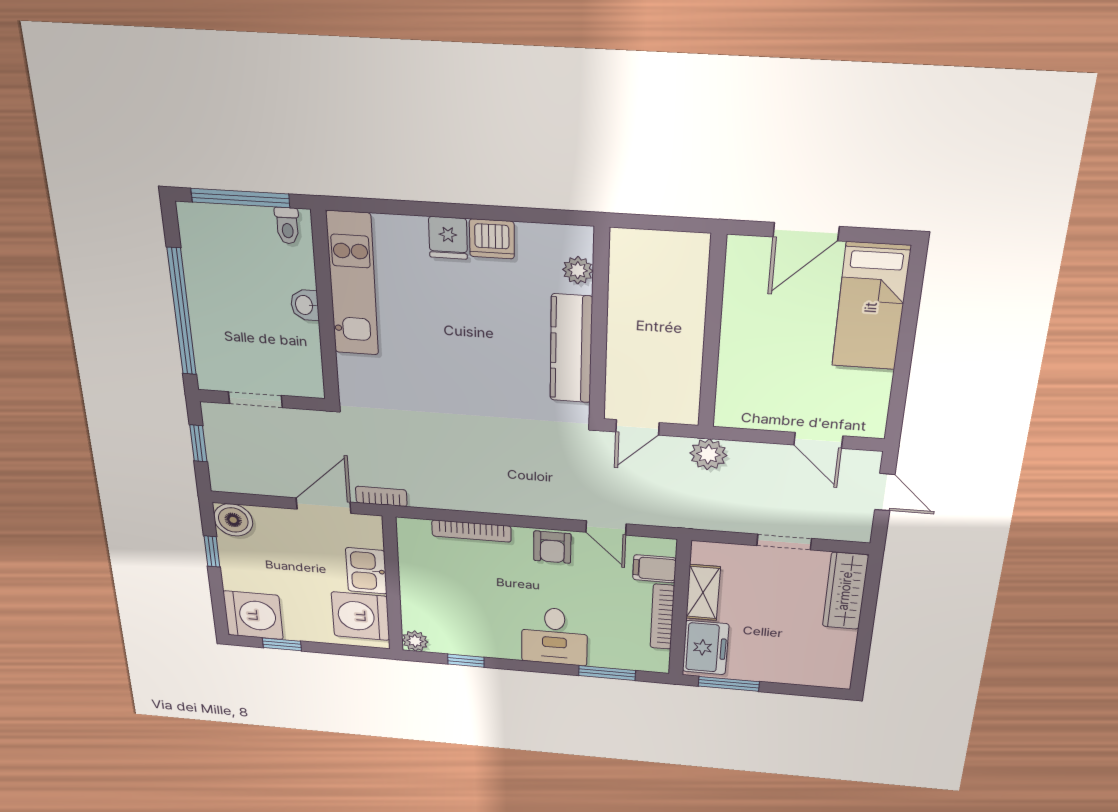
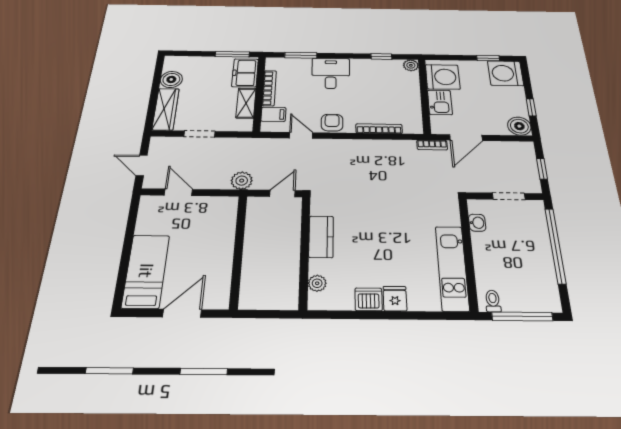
washbasin: (305, 305) -> (477, 223), moved
kitchen counter: (571, 349) -> (321, 237), width x0.67
boiler: (837, 645) -> (171, 79), added

